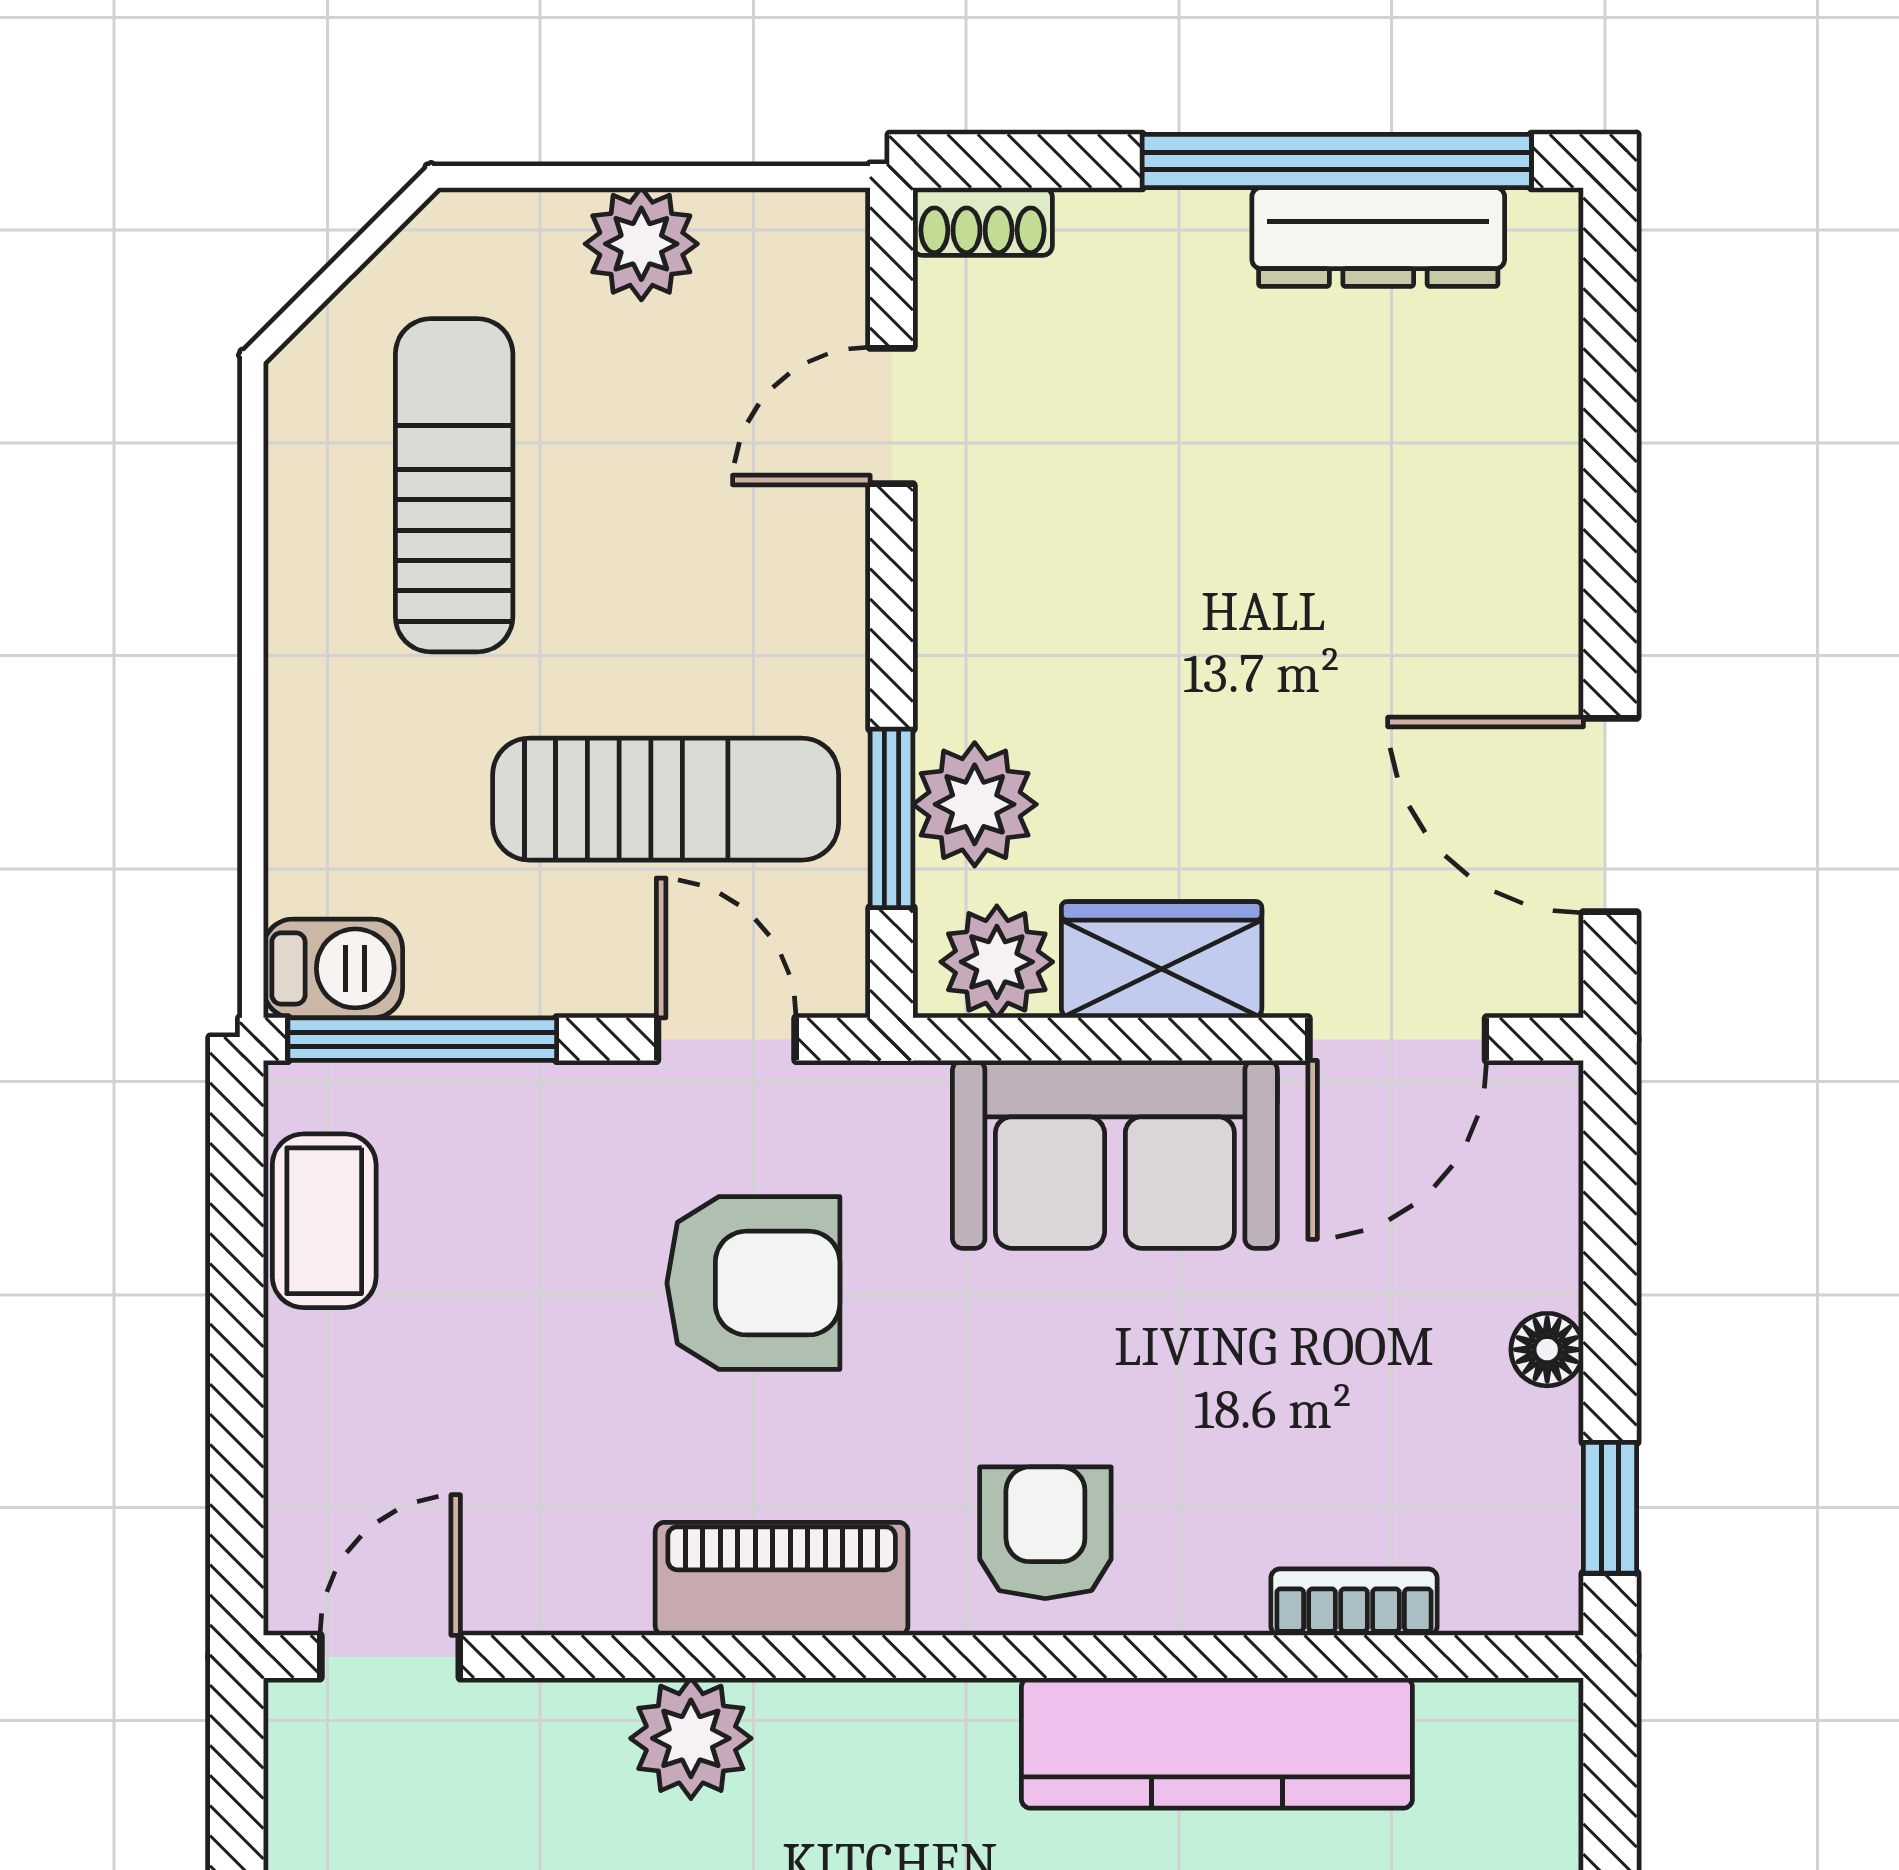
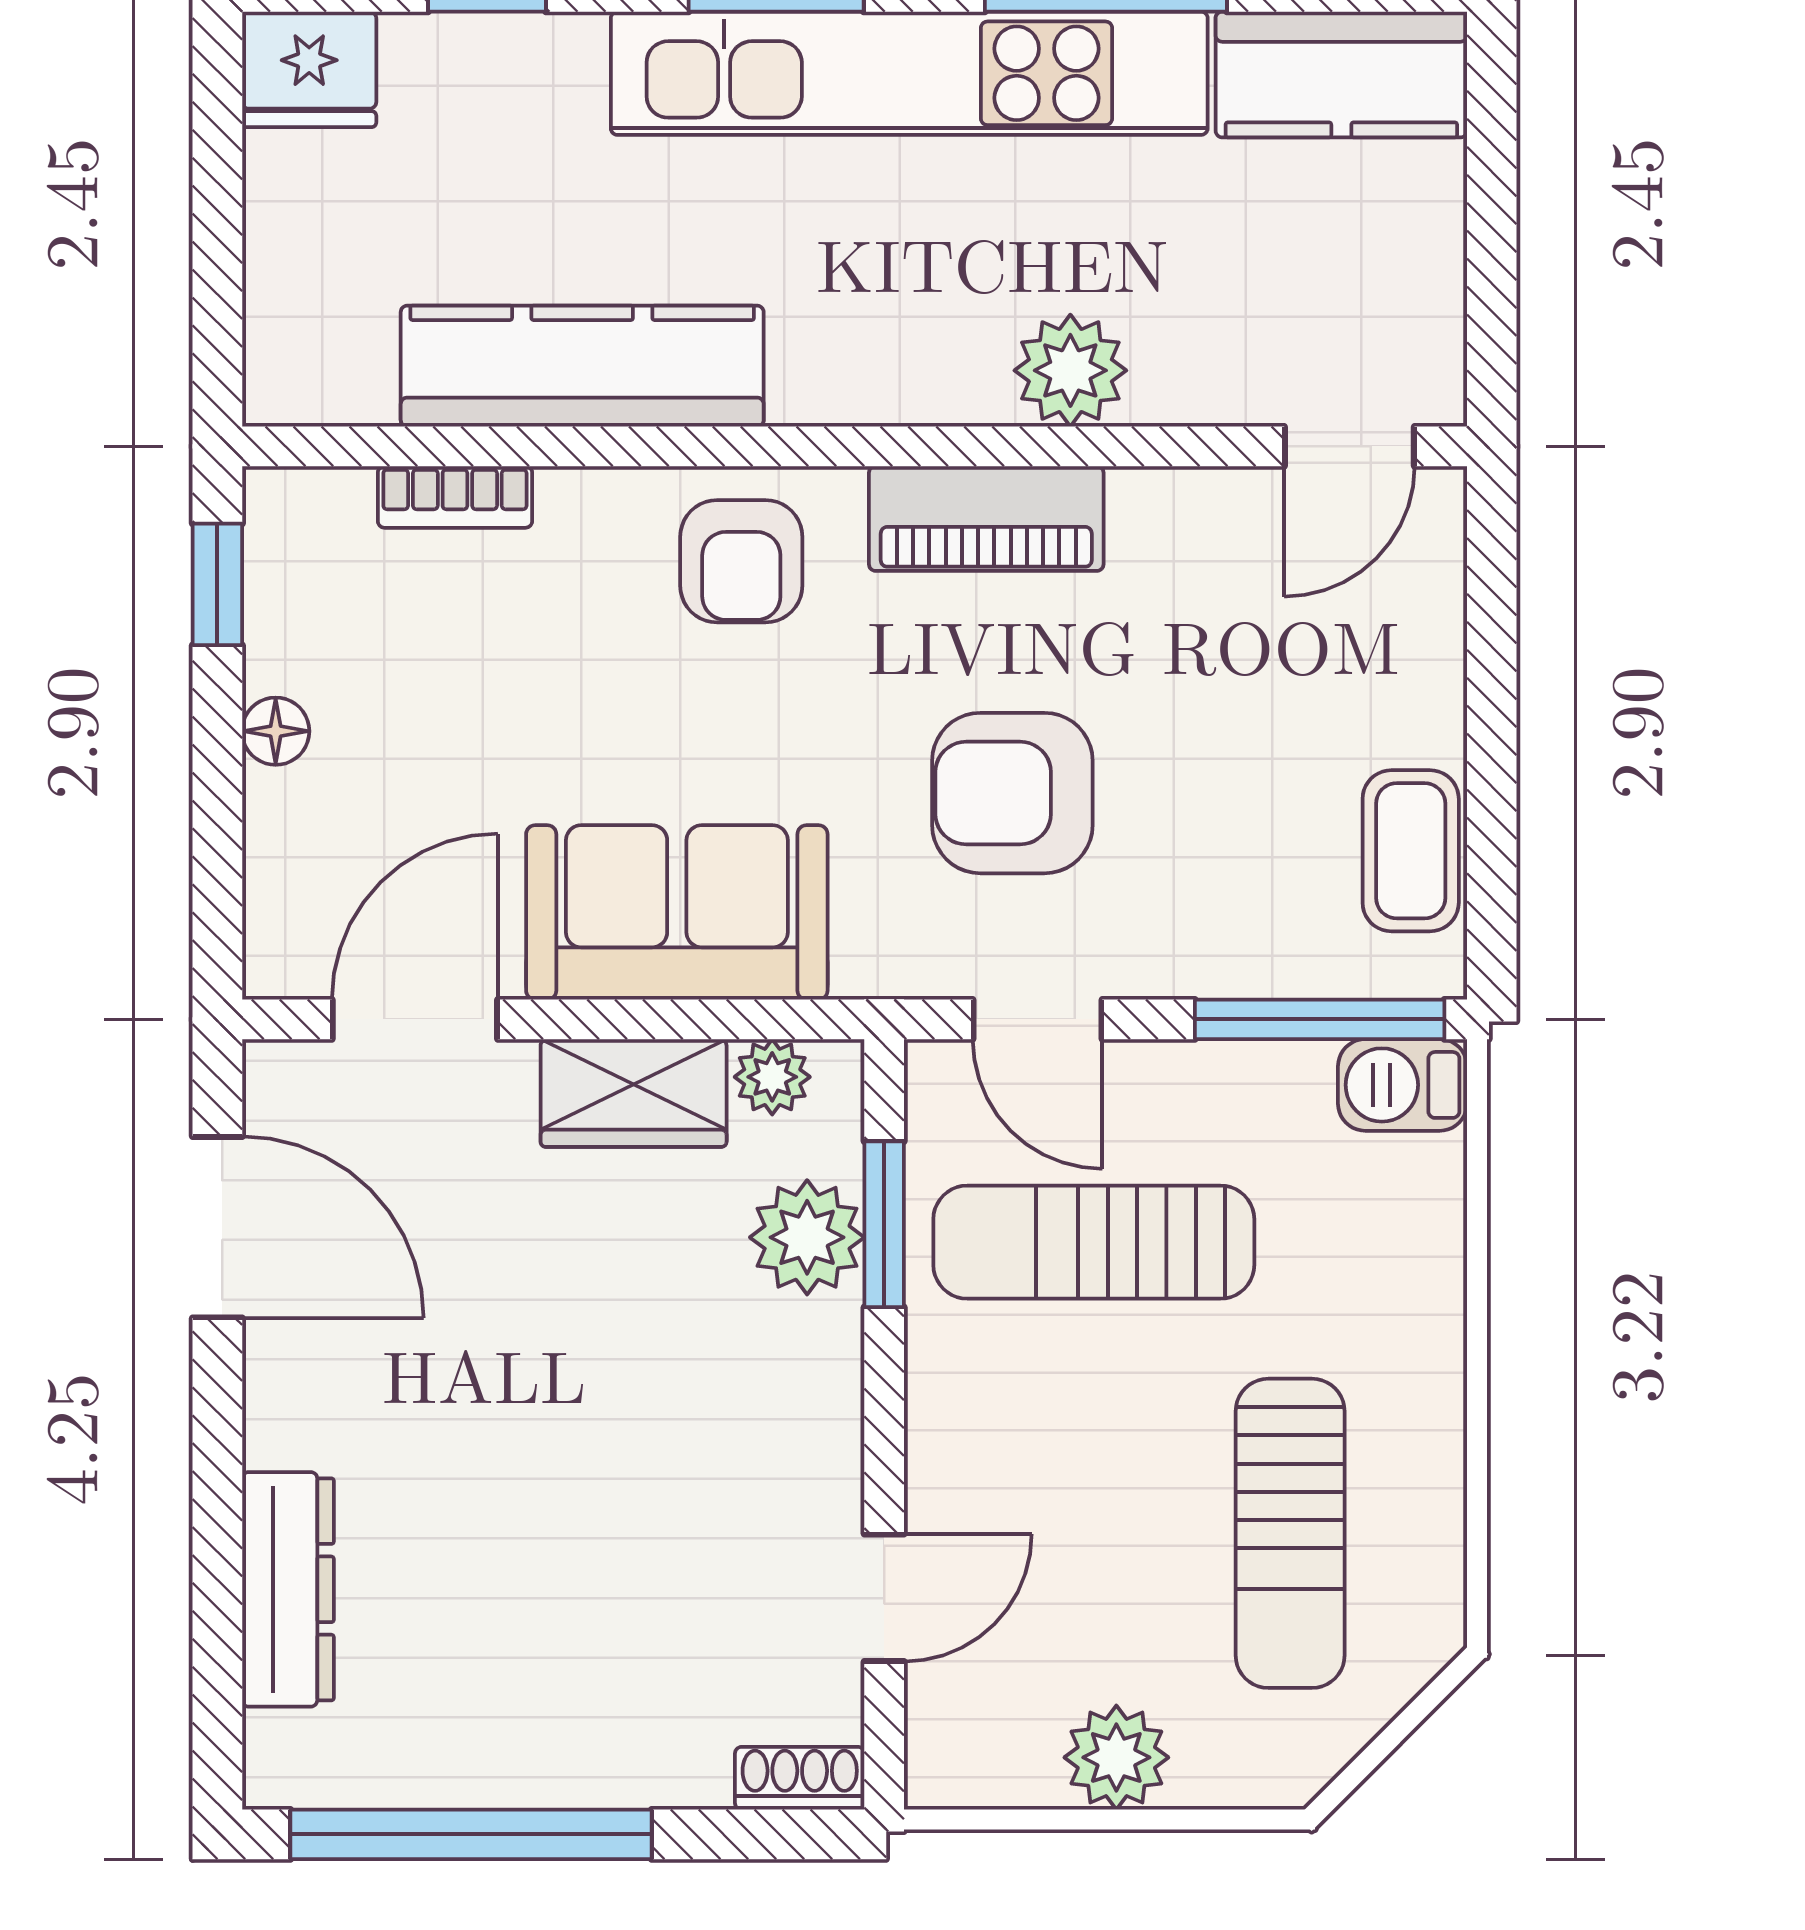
dresser: (1378, 237) -> (288, 1589), moved, turned 90
plant: (997, 962) -> (772, 1077), width x0.73, depth x0.73

